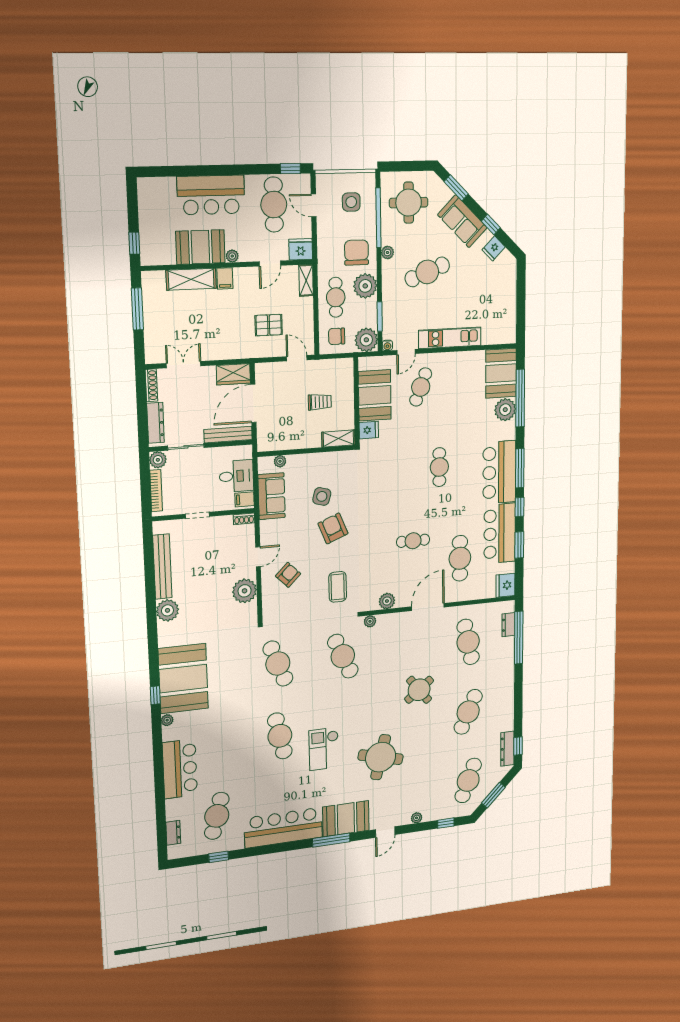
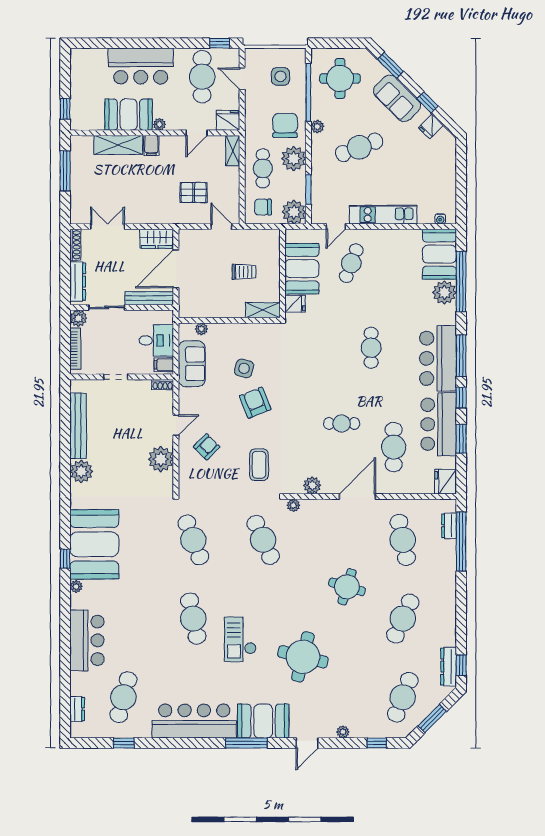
water cooler: (387, 345) -> (440, 219), moved
round table: (419, 690) -> (347, 587), turned -35

